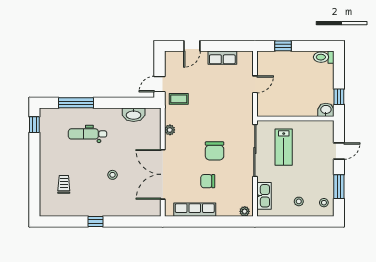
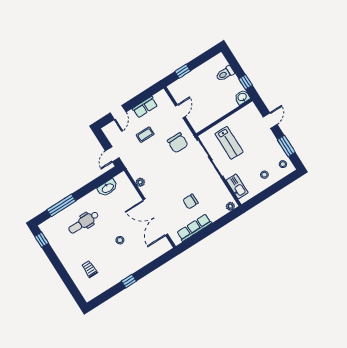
toilet: (324, 57) -> (225, 74), moved
coffee table: (179, 99) -> (145, 135), moved
chair: (215, 151) -> (178, 143), moved

